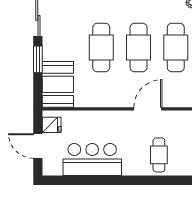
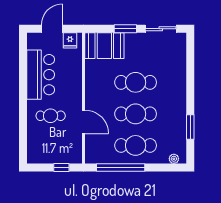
cafe table: (159, 155) -> (51, 116), moved

